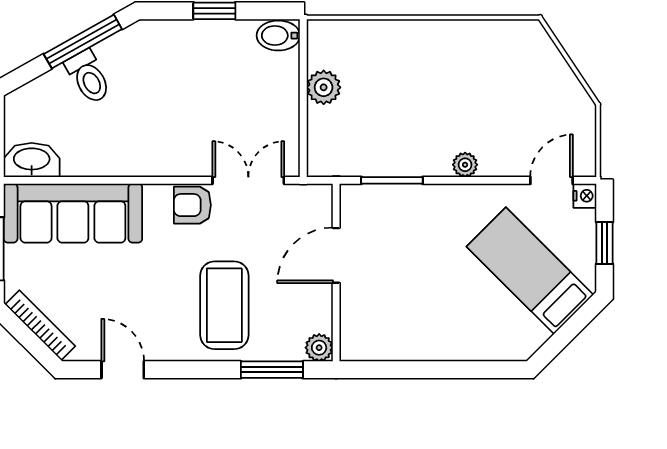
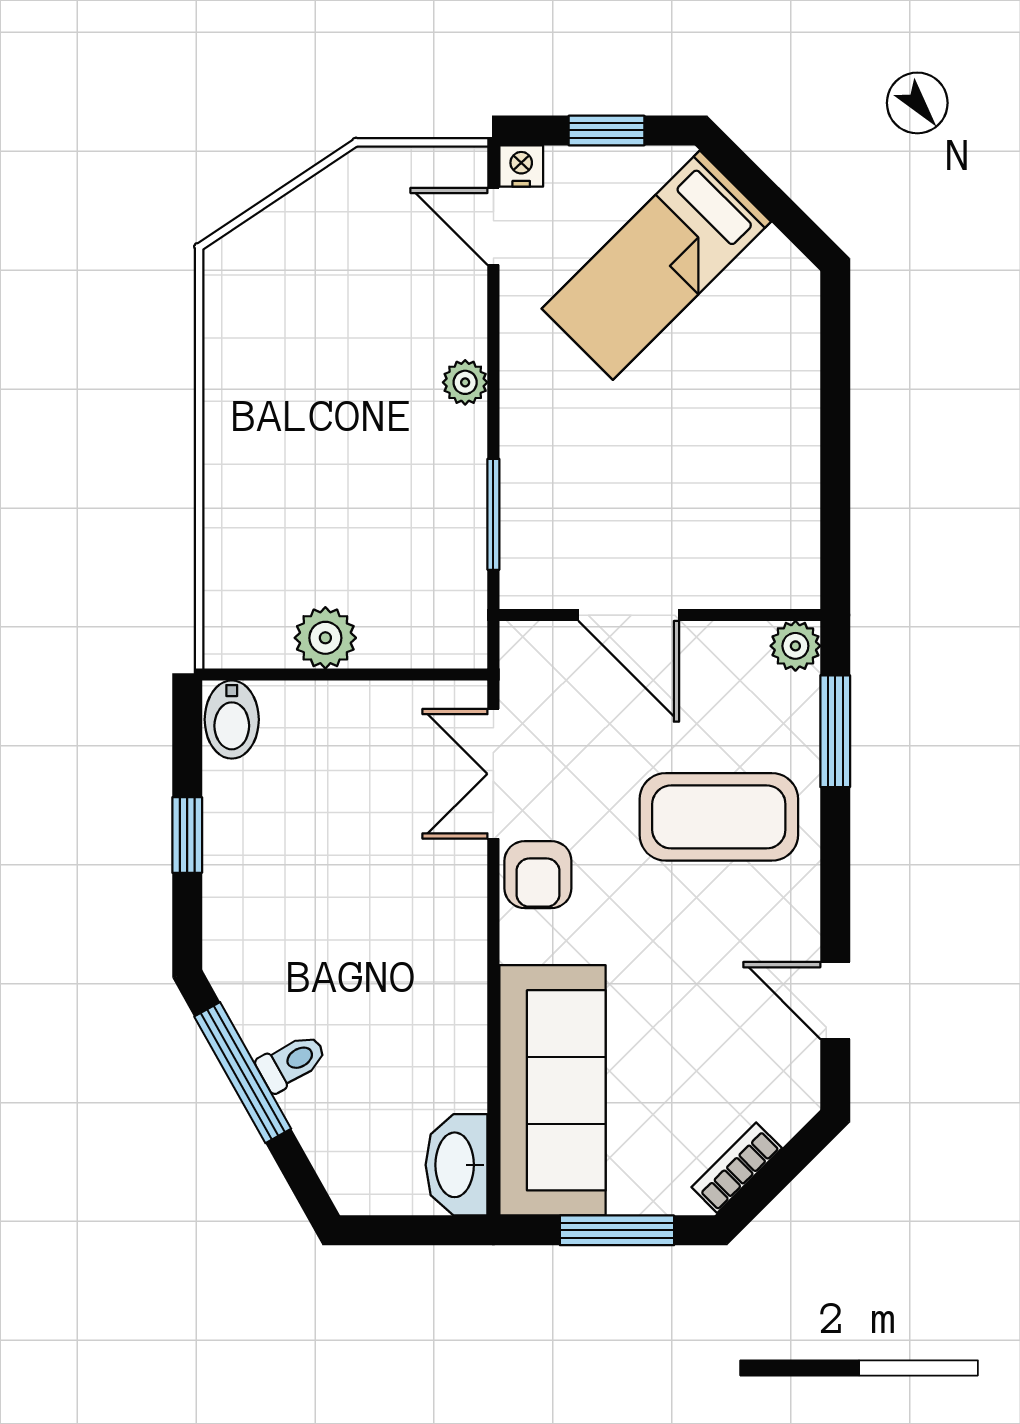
toilet: (88, 77) -> (292, 1062), width x0.73, depth x0.72
bookcase: (40, 325) -> (737, 1168), width x0.64
door: (123, 370) -> (835, 1001), hinge flipped

